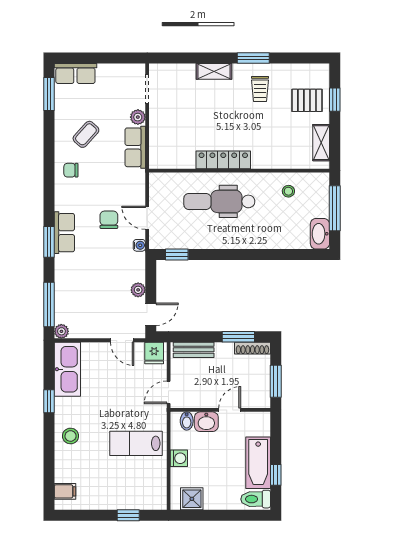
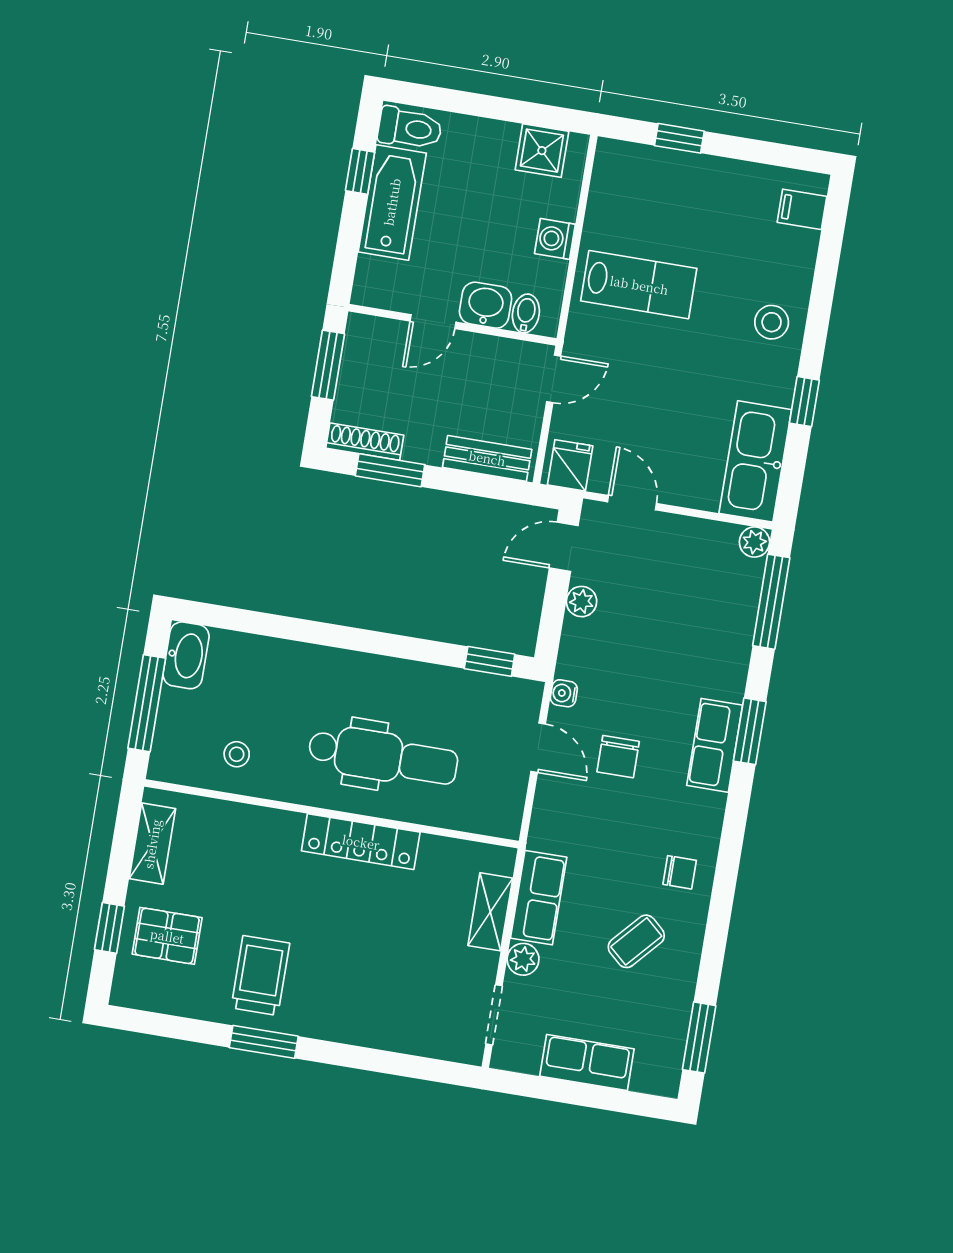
shelving: (214, 71) -> (490, 912), moved, turned 90
row of seats: (75, 74) -> (587, 1062), moved
trolley: (260, 89) -> (260, 976), width x1.36, depth x1.39

